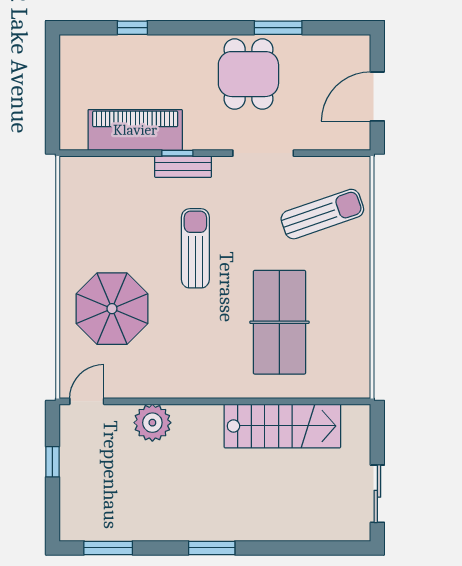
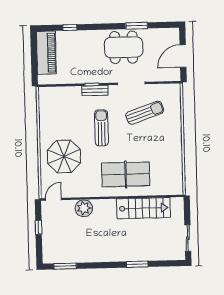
dining table: (248, 74) -> (124, 47), width x1.38
piano: (135, 130) -> (46, 53), moved, turned 90
sun lounger: (322, 214) -> (145, 113), moved
table tennis table: (279, 322) -> (126, 174), moved, turned 90
window: (212, 548) -> (137, 264), moved

